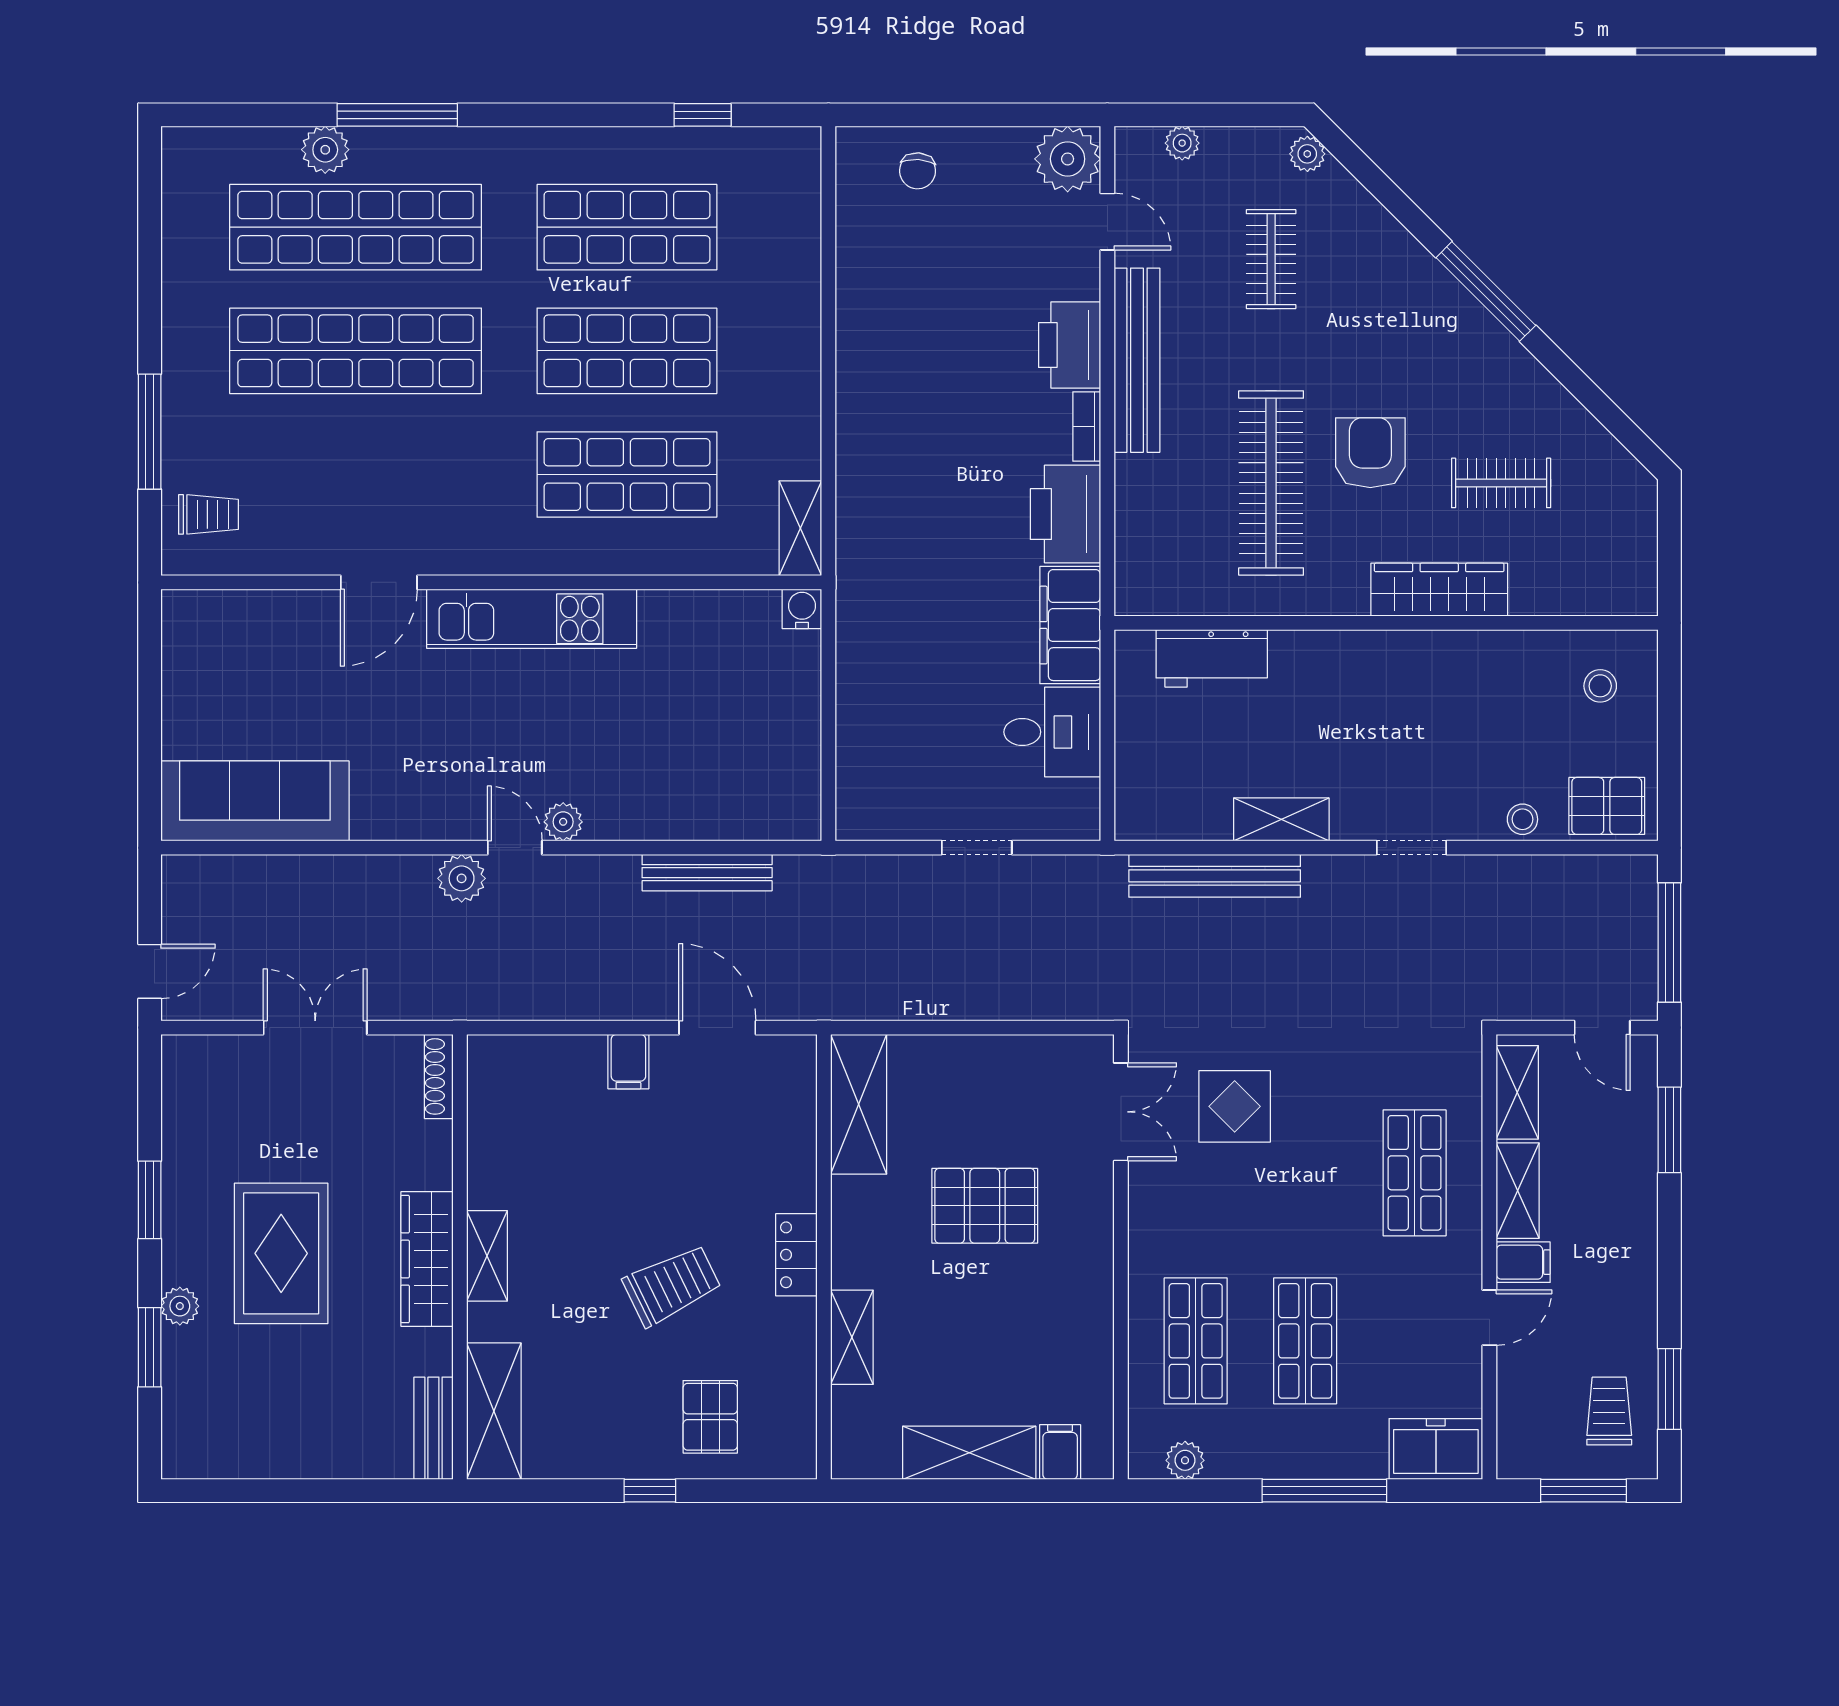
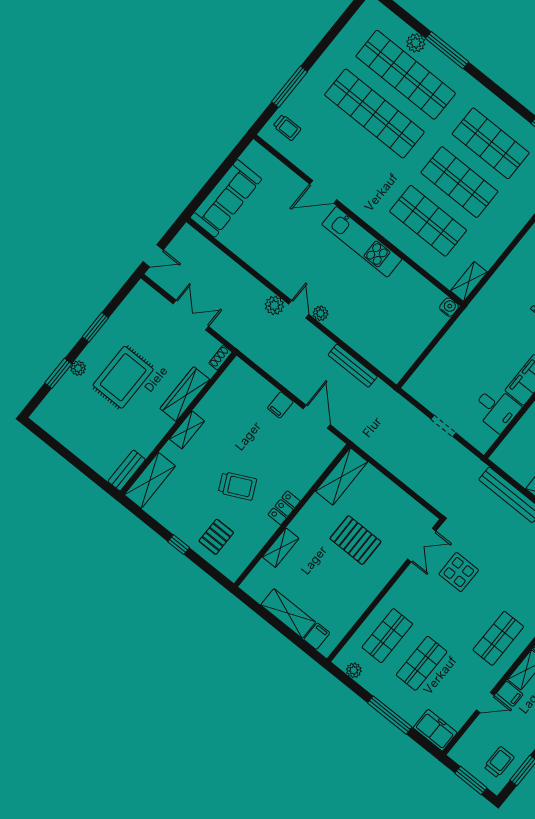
sofa: (255, 801) -> (226, 198), moved, turned 90
shoe rack: (439, 1076) -> (220, 358), width x0.70
wardrobe: (427, 1259) -> (185, 394), moved

